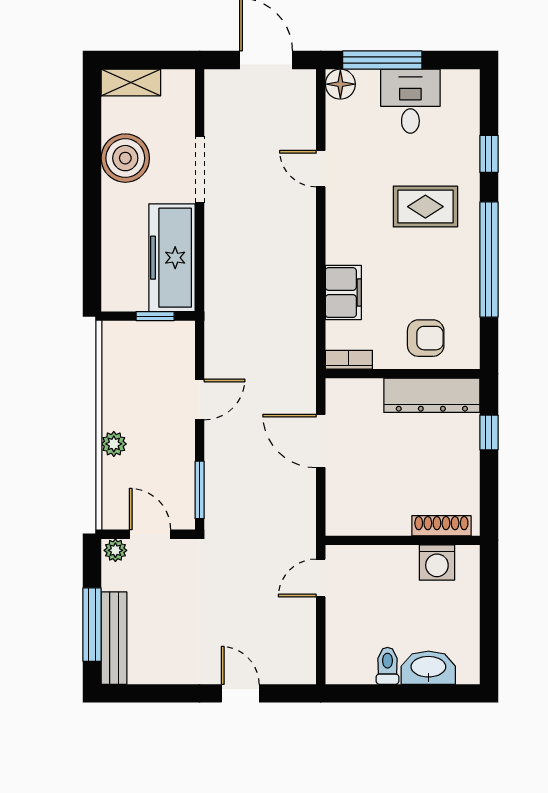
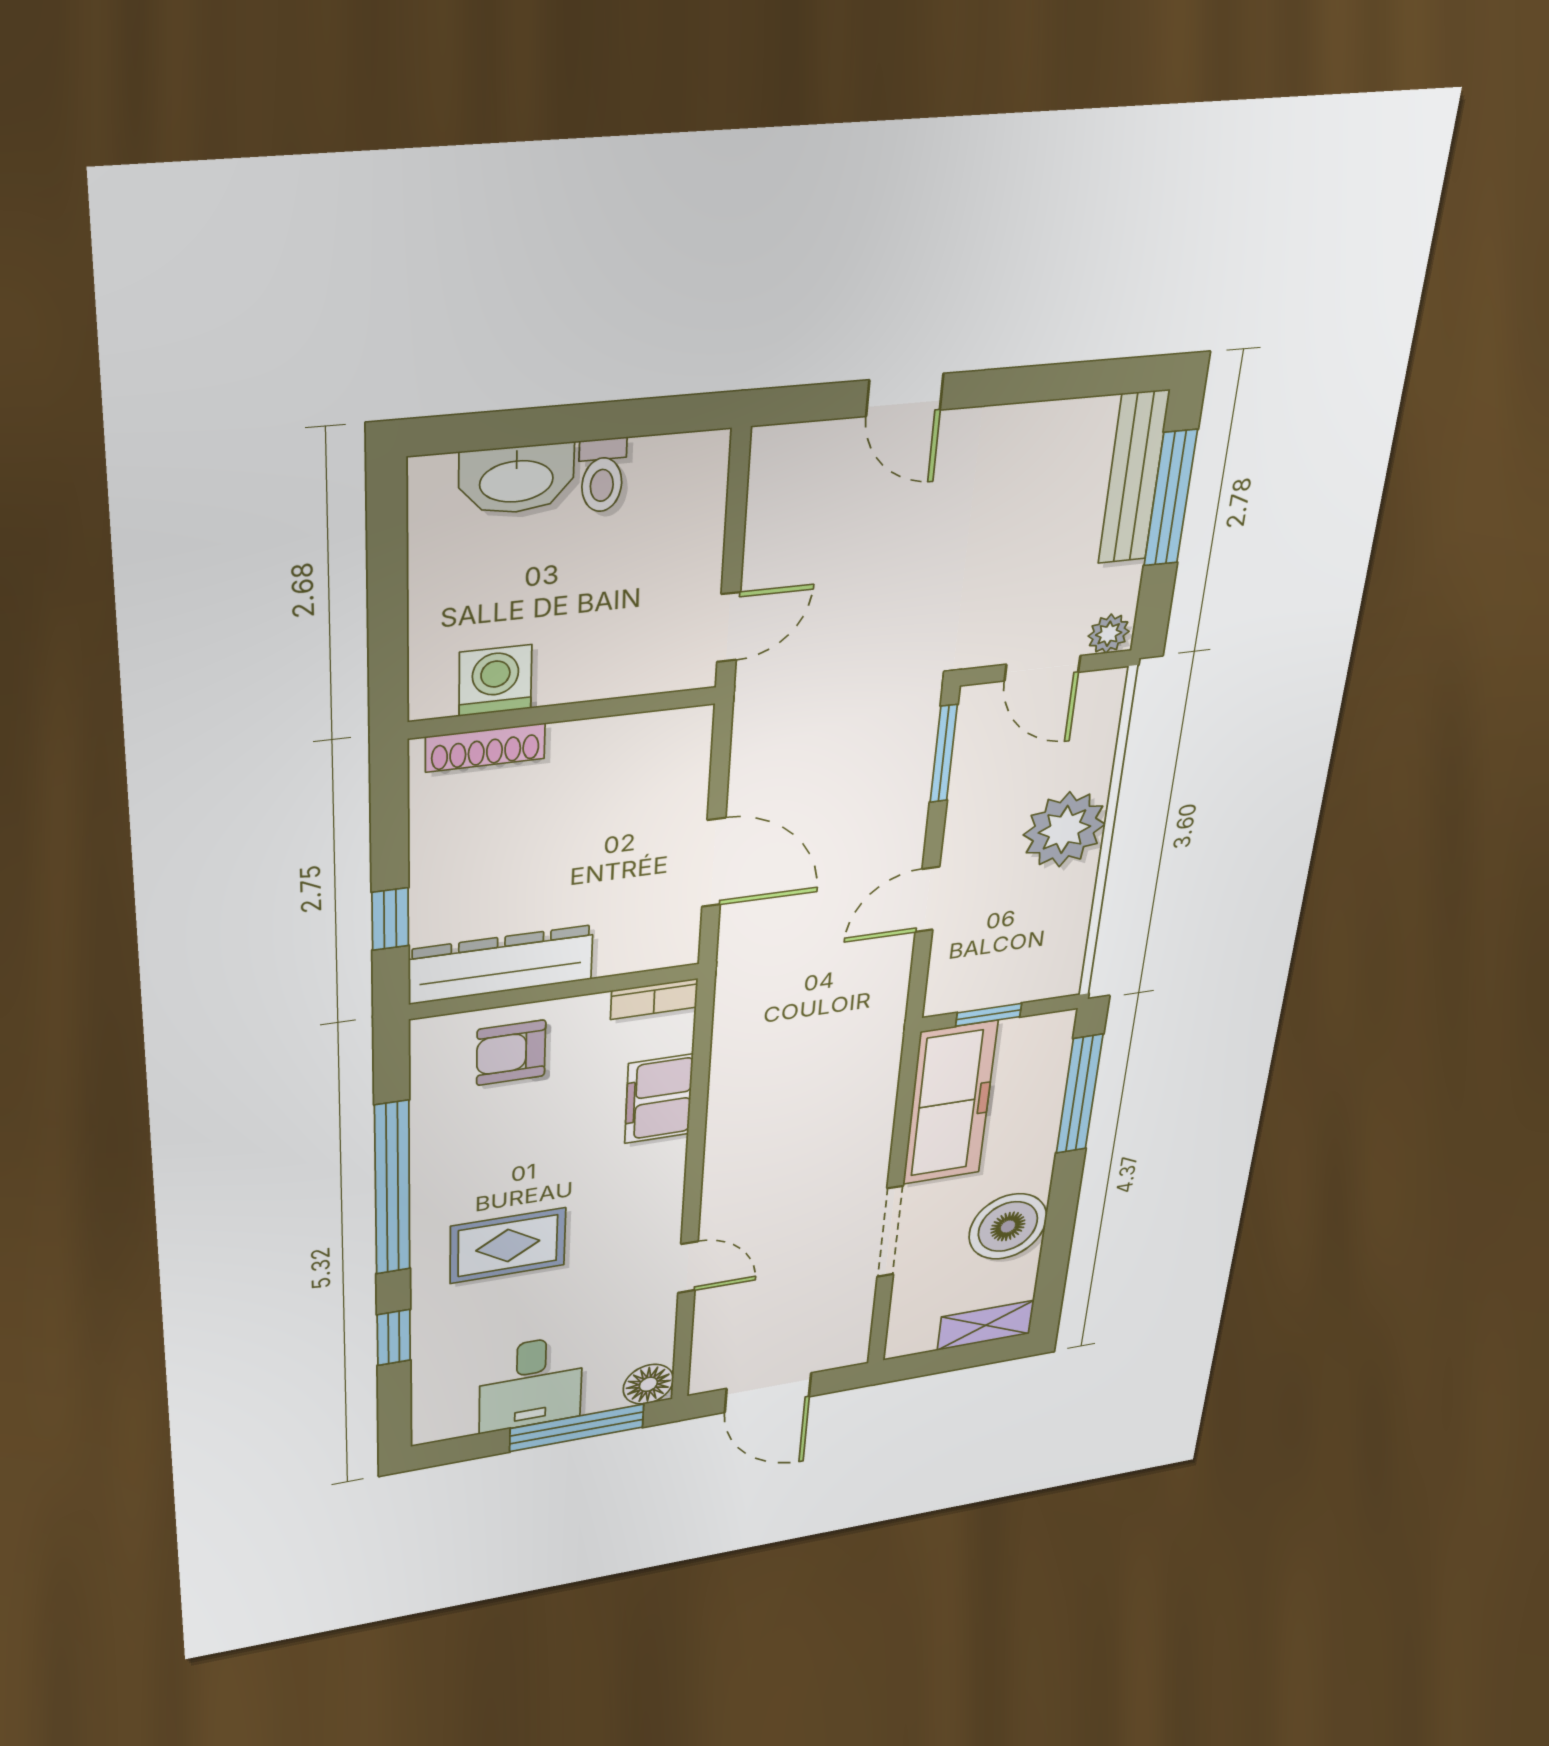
window: (92, 249) -> (1079, 1094), added
plant: (114, 444) -> (1064, 829), width x1.88, depth x1.88

